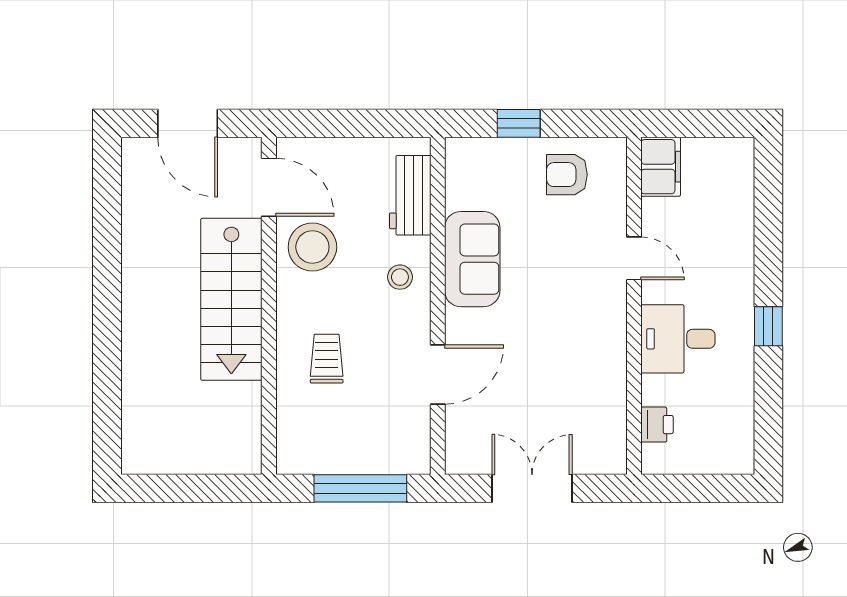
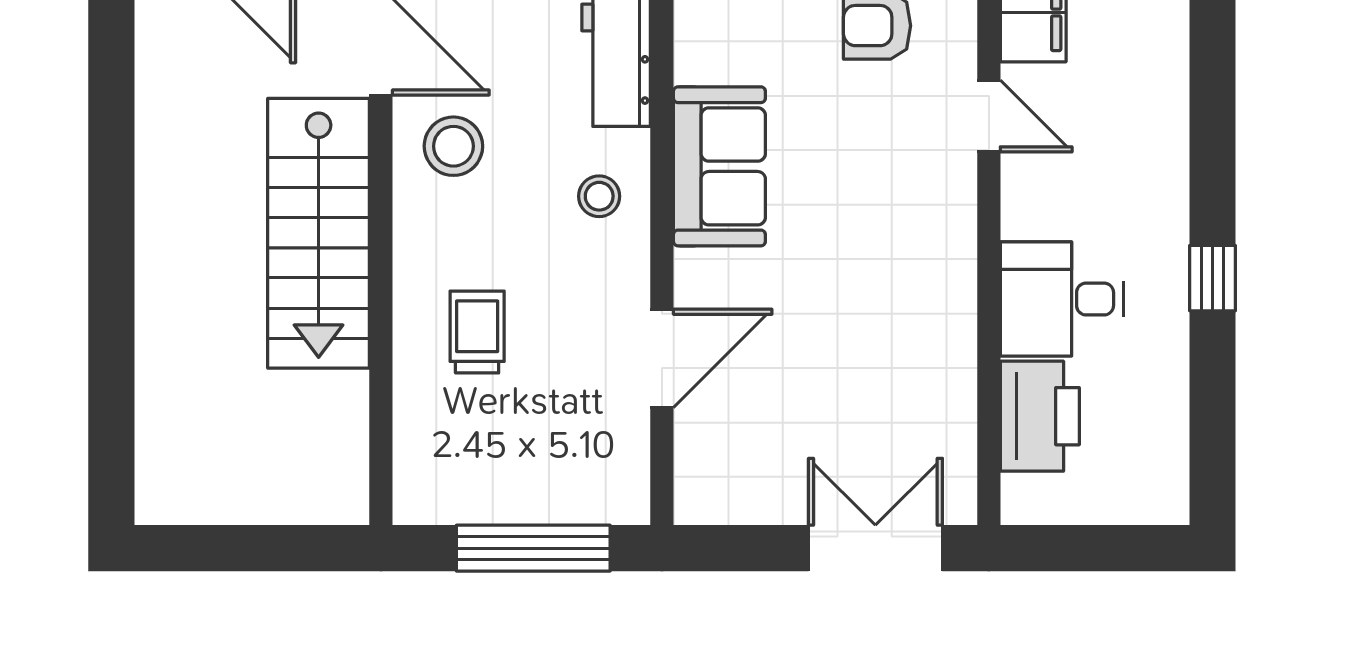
stool: (312, 247) -> (453, 146), width x0.73, depth x0.73
door: (634, 258) -> (989, 116), moved
printer: (657, 425) -> (1040, 416), width x1.87, depth x1.48
double door: (532, 488) -> (875, 548), moved

